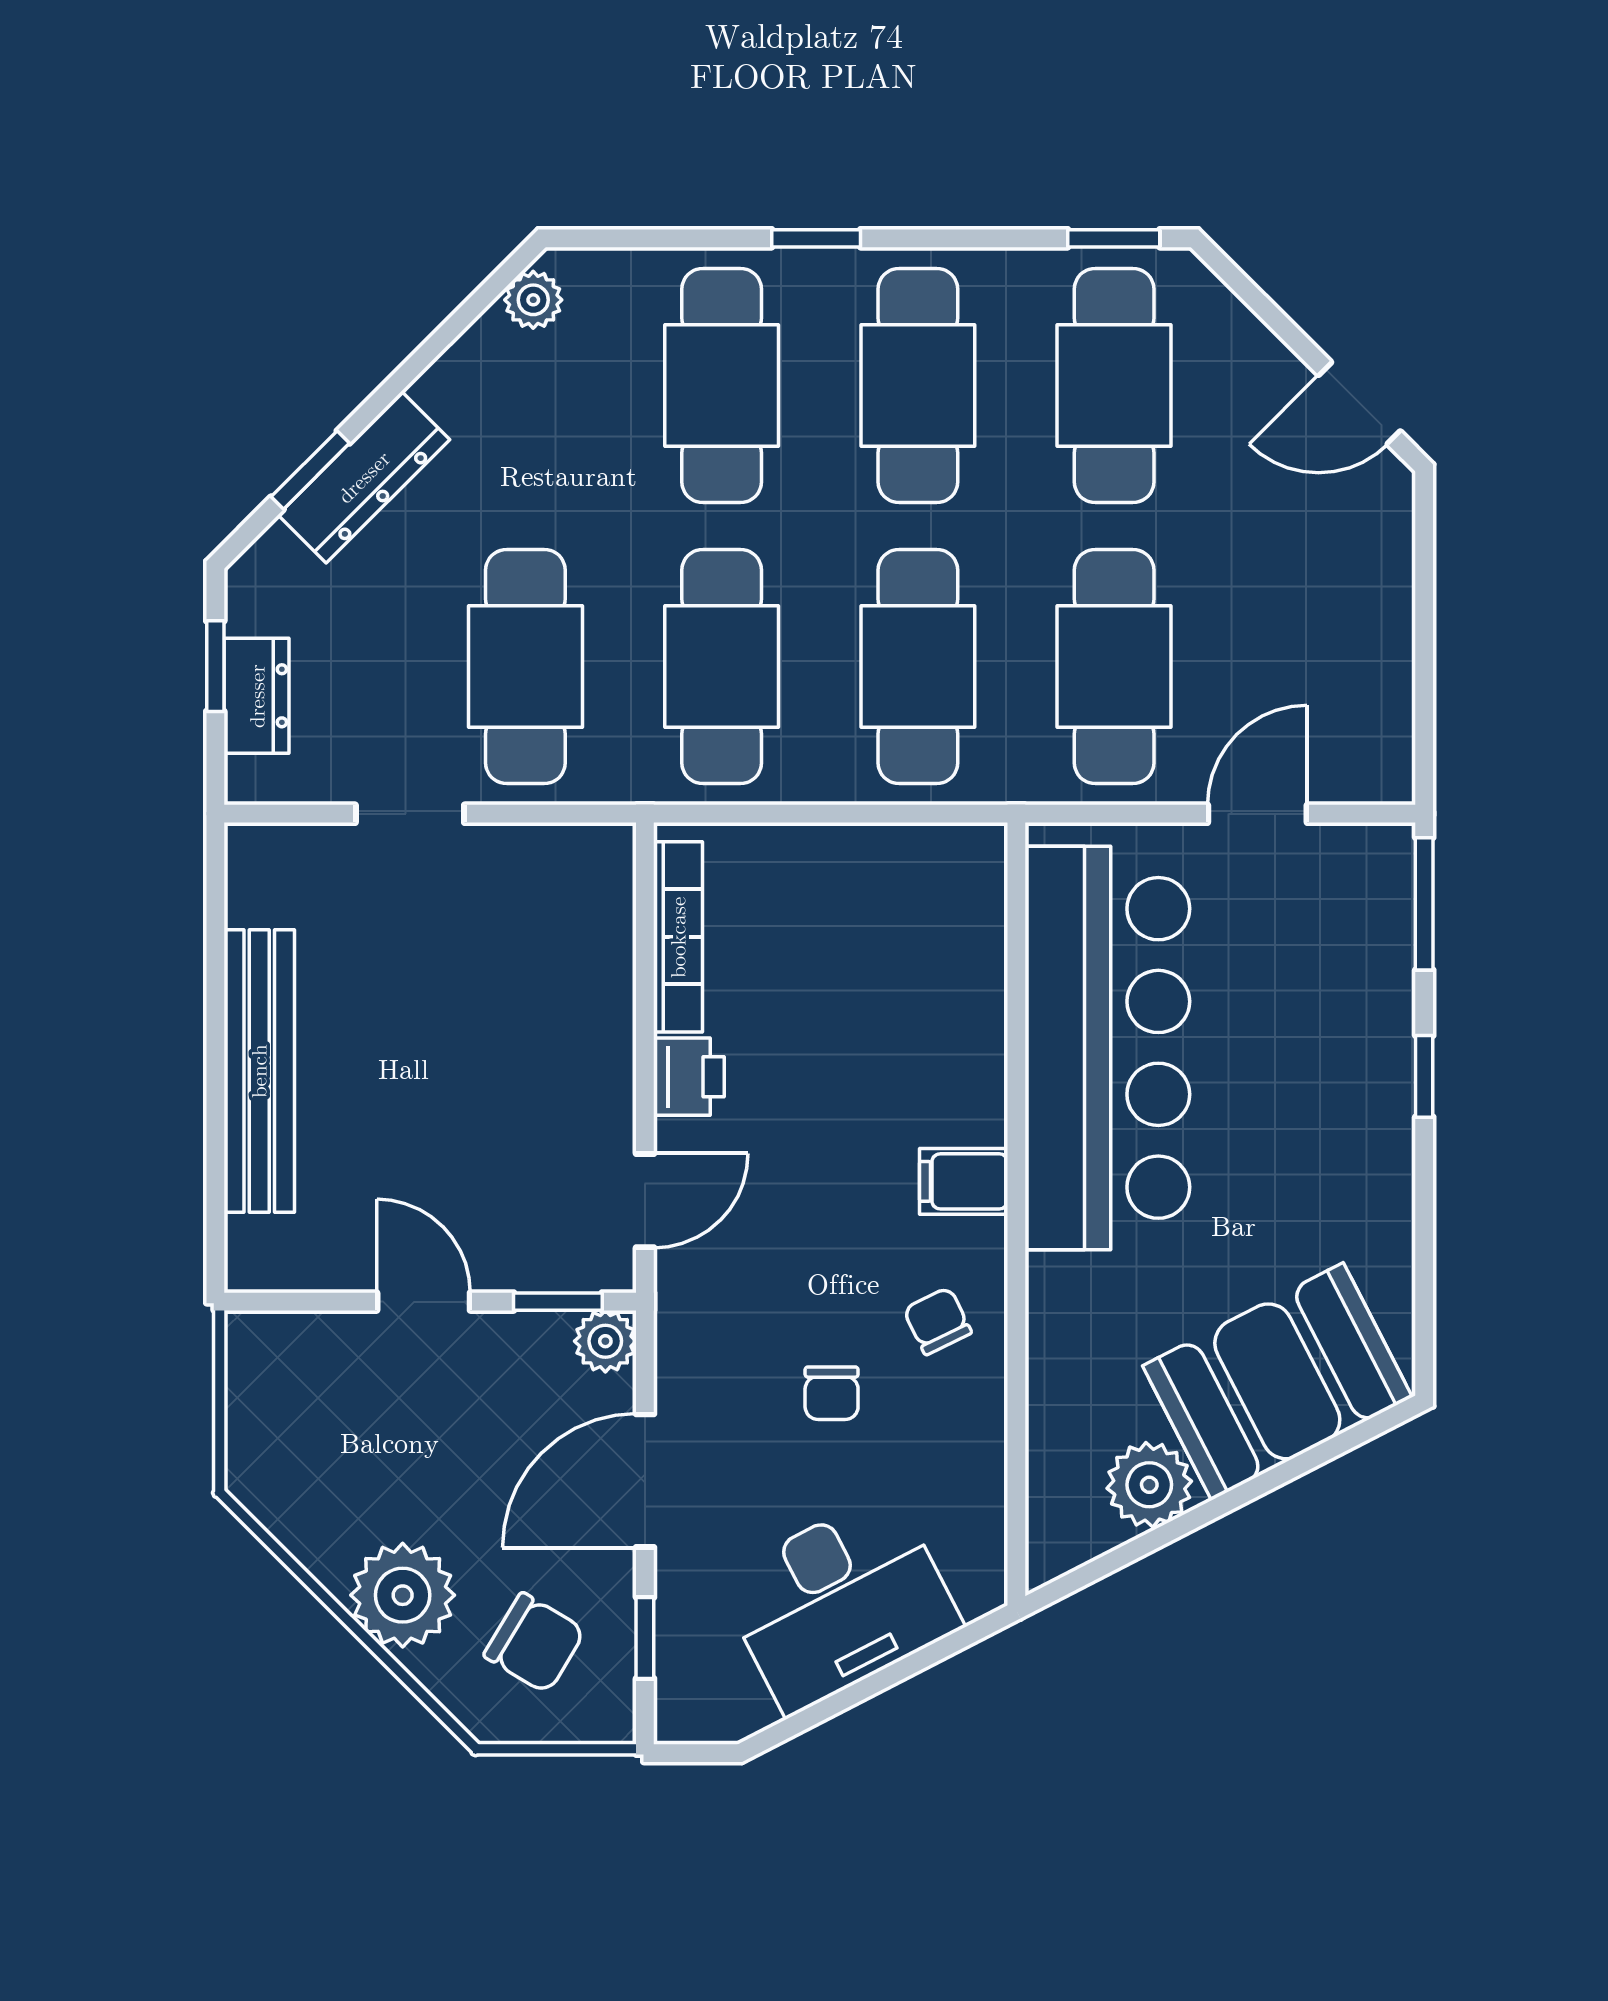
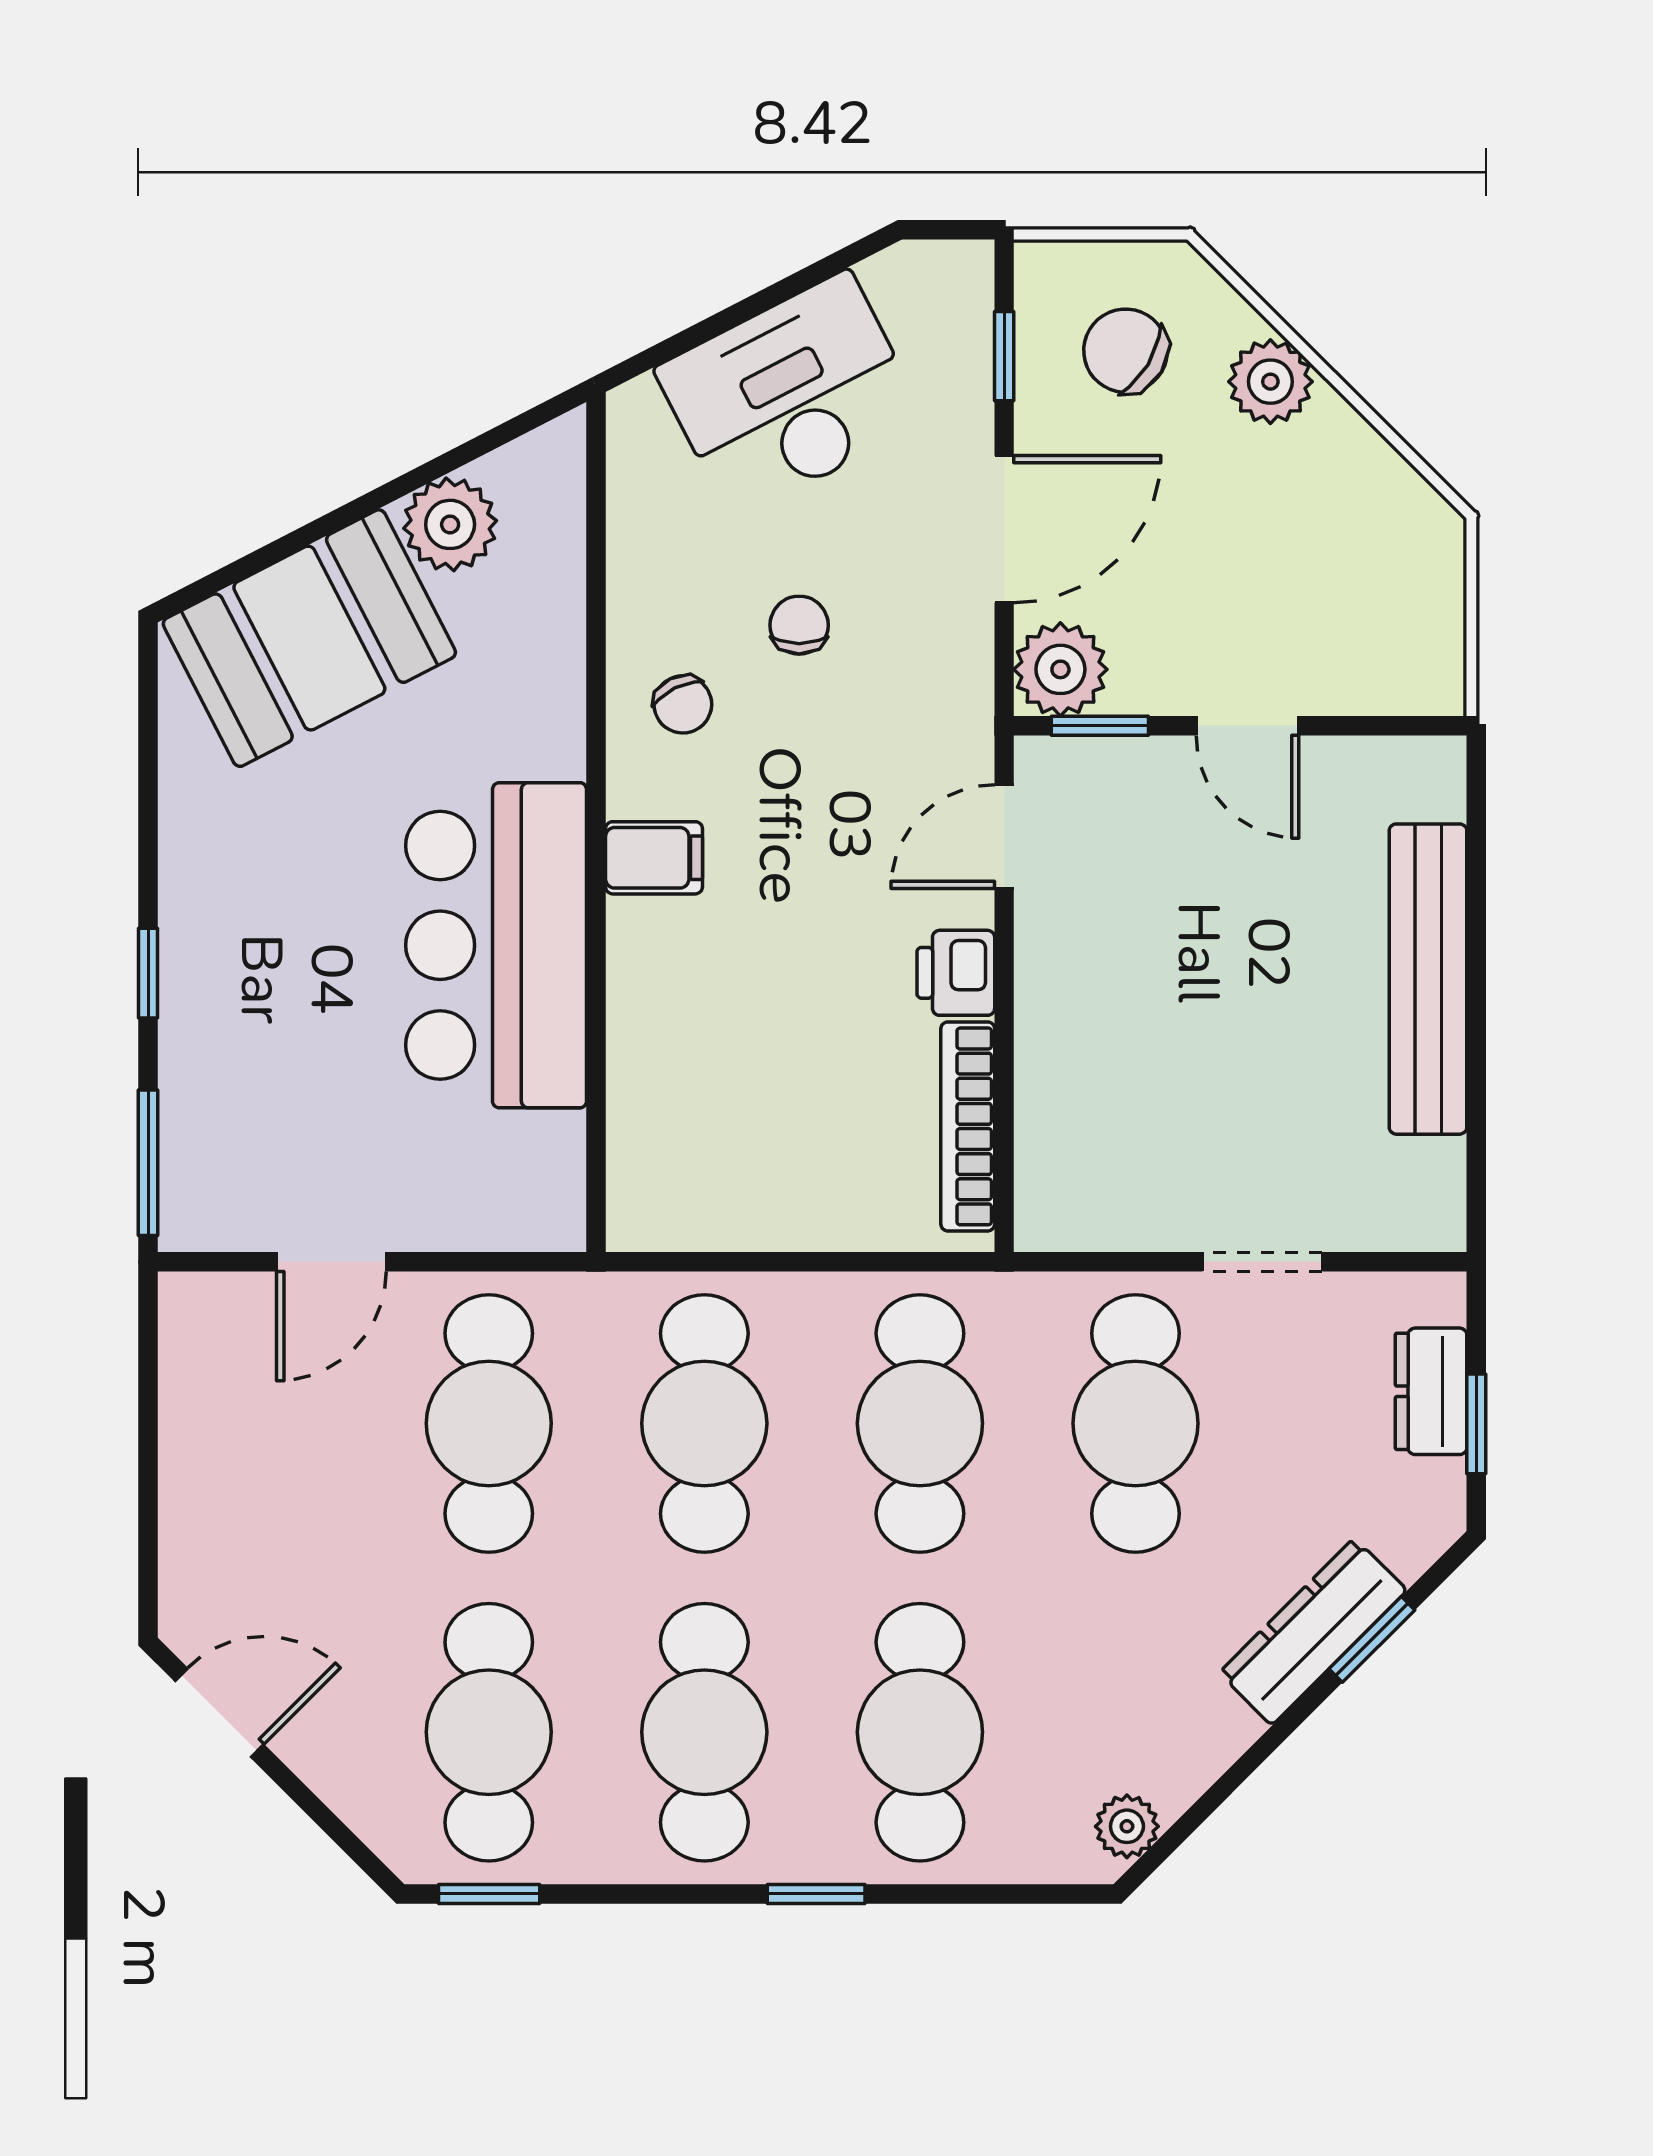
bar counter: (1107, 1048) -> (496, 945), width x0.73
plant: (605, 1341) -> (1060, 669), width x1.38, depth x1.38
plant: (403, 1595) -> (1270, 382), width x0.73, depth x0.73

